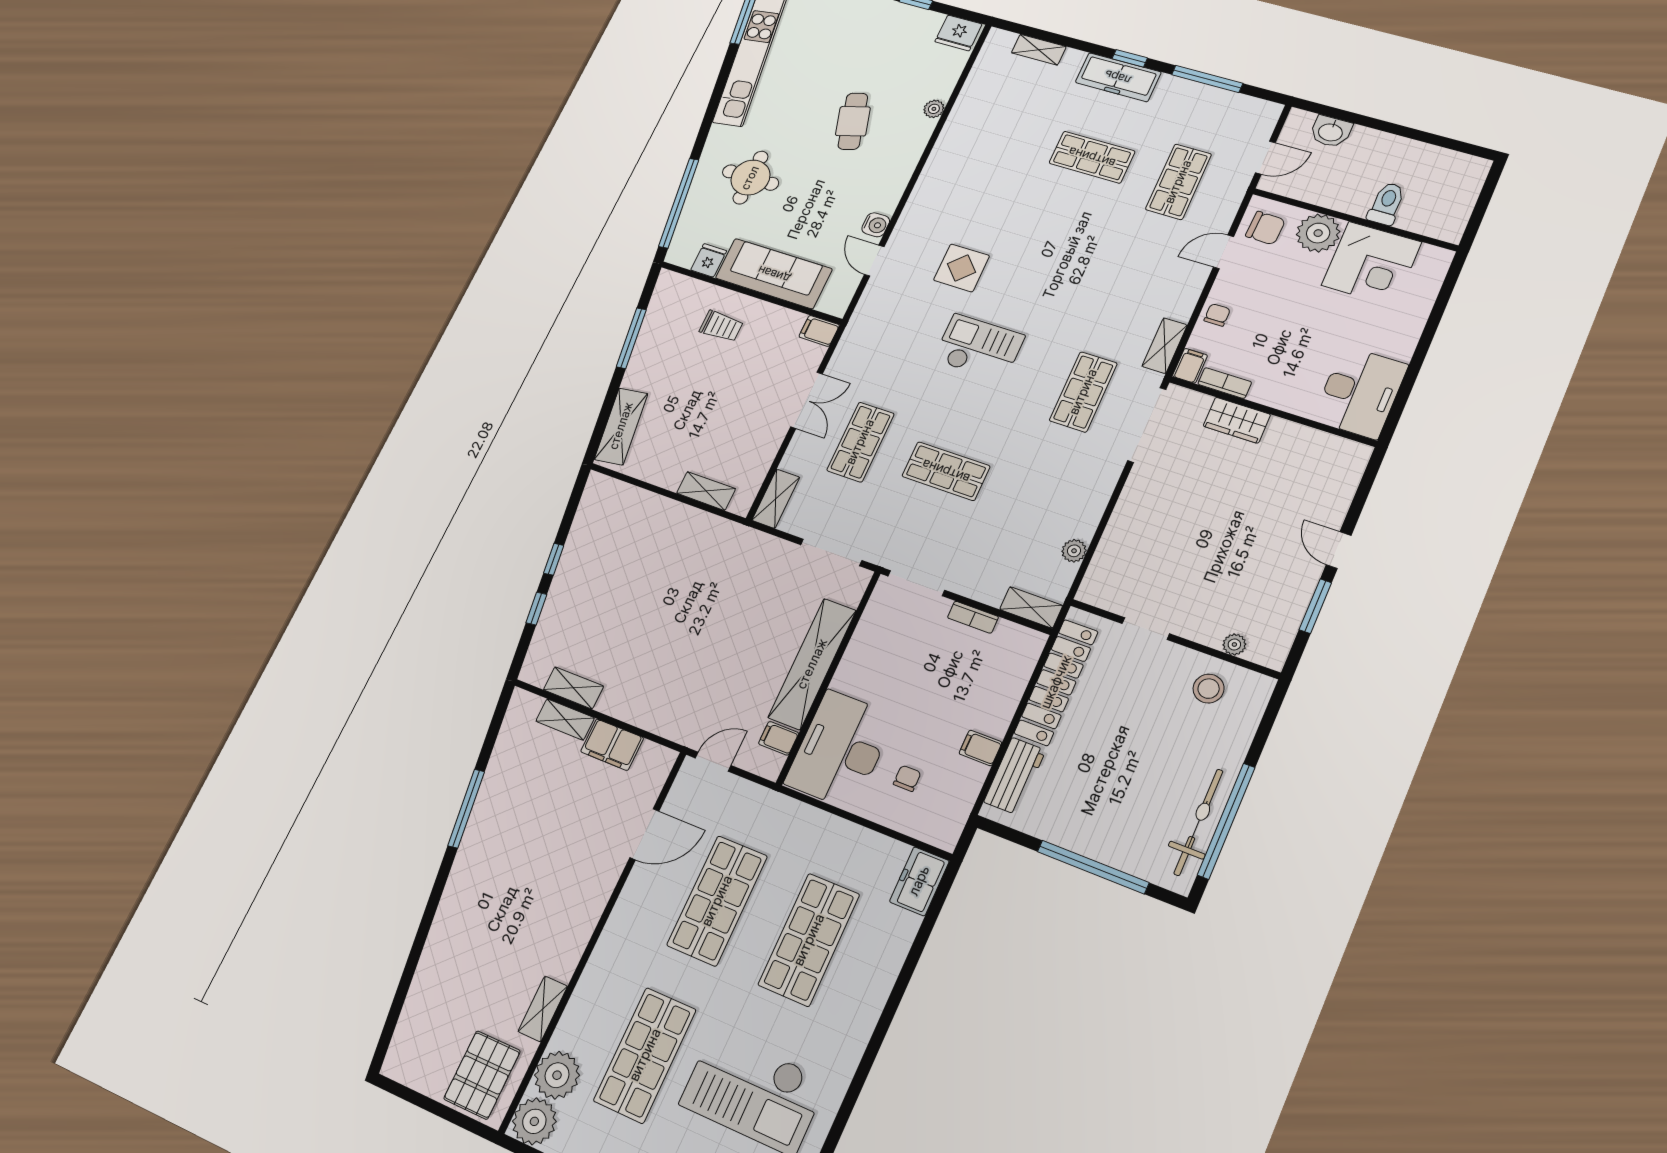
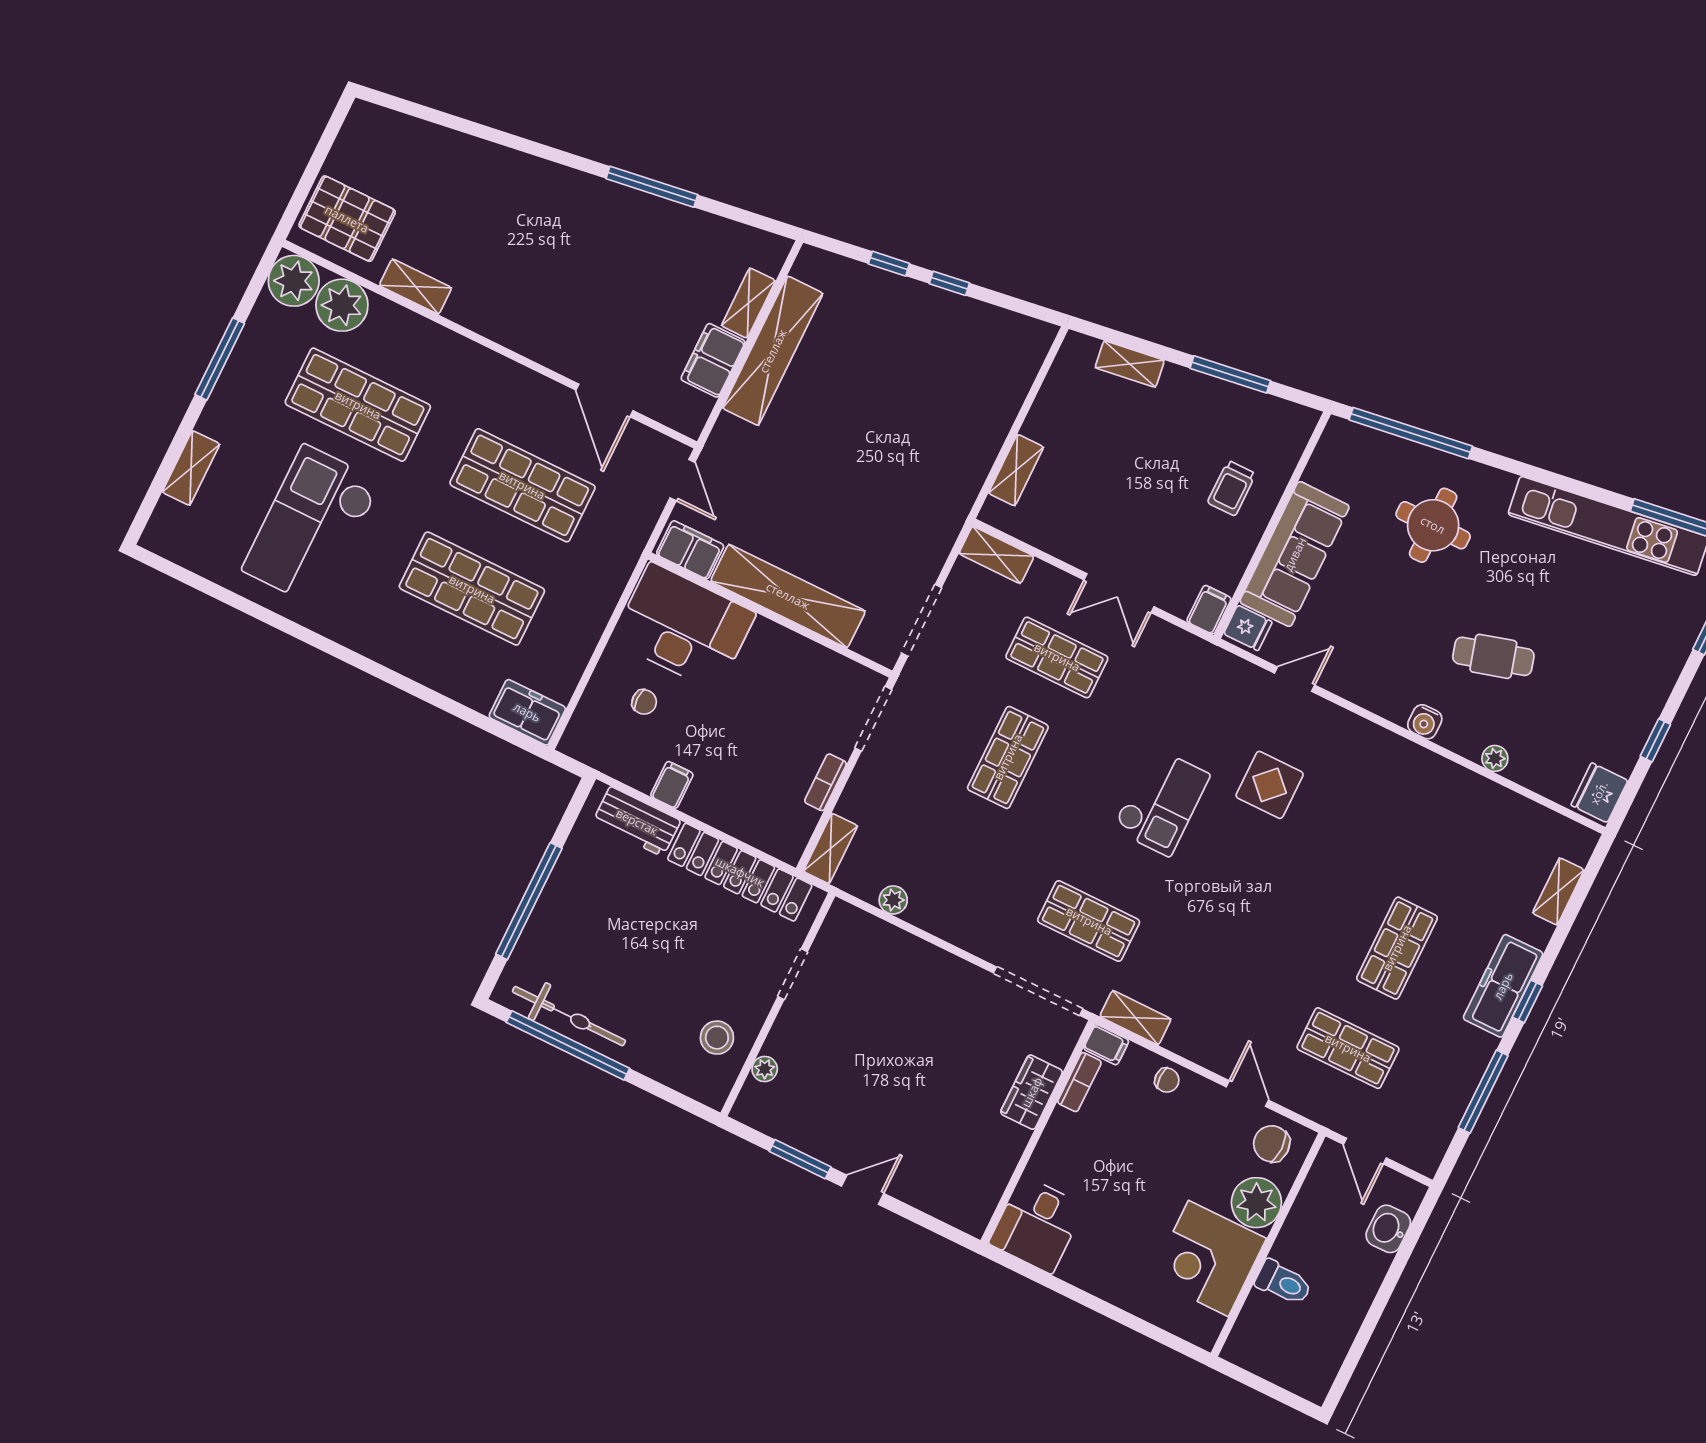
water cooler: (876, 225) -> (1425, 722), moved
chair: (1265, 228) -> (1272, 1144), turned 88
fridge: (709, 260) -> (1248, 628), moved
desk: (1360, 392) -> (1037, 1225), width x0.73
shelving: (621, 426) -> (1130, 364), width x0.67, depth x0.75
shelving: (573, 688) -> (773, 351), width x2.20, depth x1.33
filing cabinet: (779, 738) -> (690, 550), width x2.00

